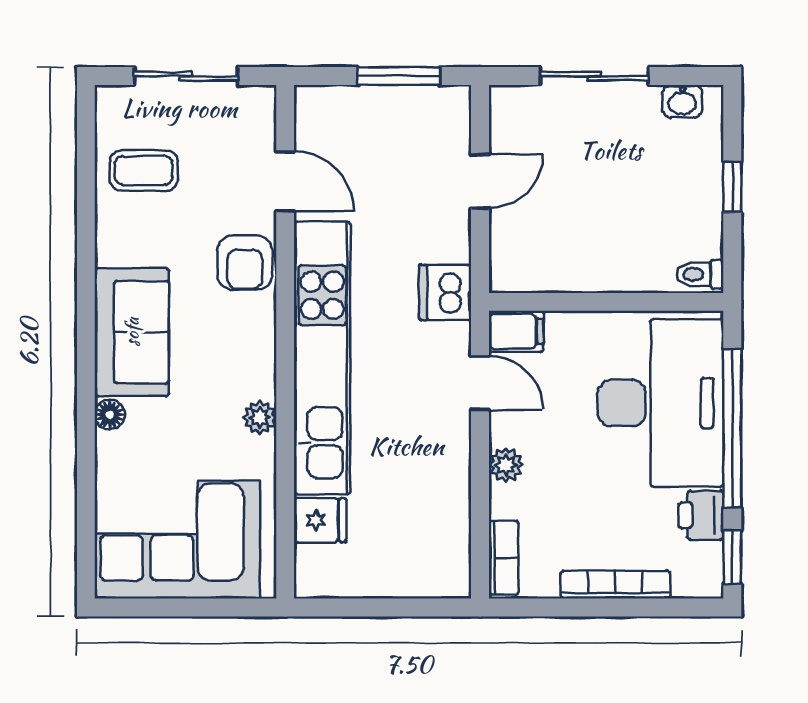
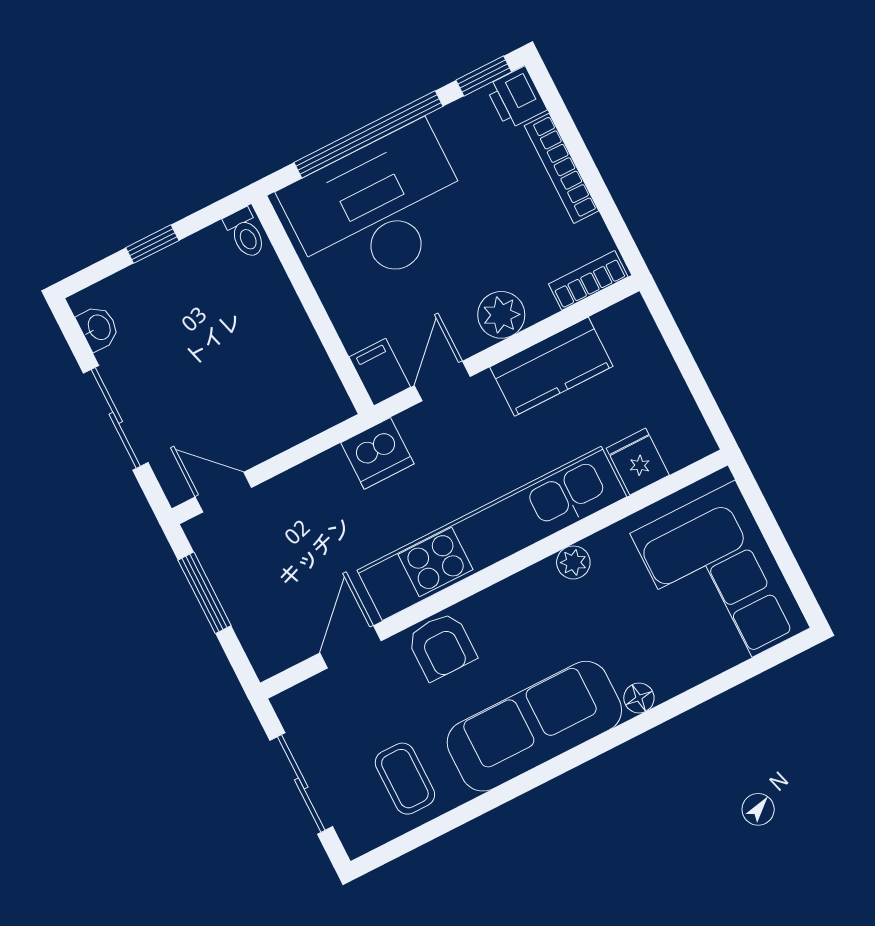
door: (480, 181) -> (223, 492), moved
armchair: (245, 263) -> (441, 646), turned 90
sofa: (132, 332) -> (534, 726), width x1.36
plant: (506, 465) -> (501, 315), width x1.38, depth x1.38
kitchen counter: (444, 486) -> (551, 367), added
printer: (701, 515) -> (516, 98), moved, turned 90

